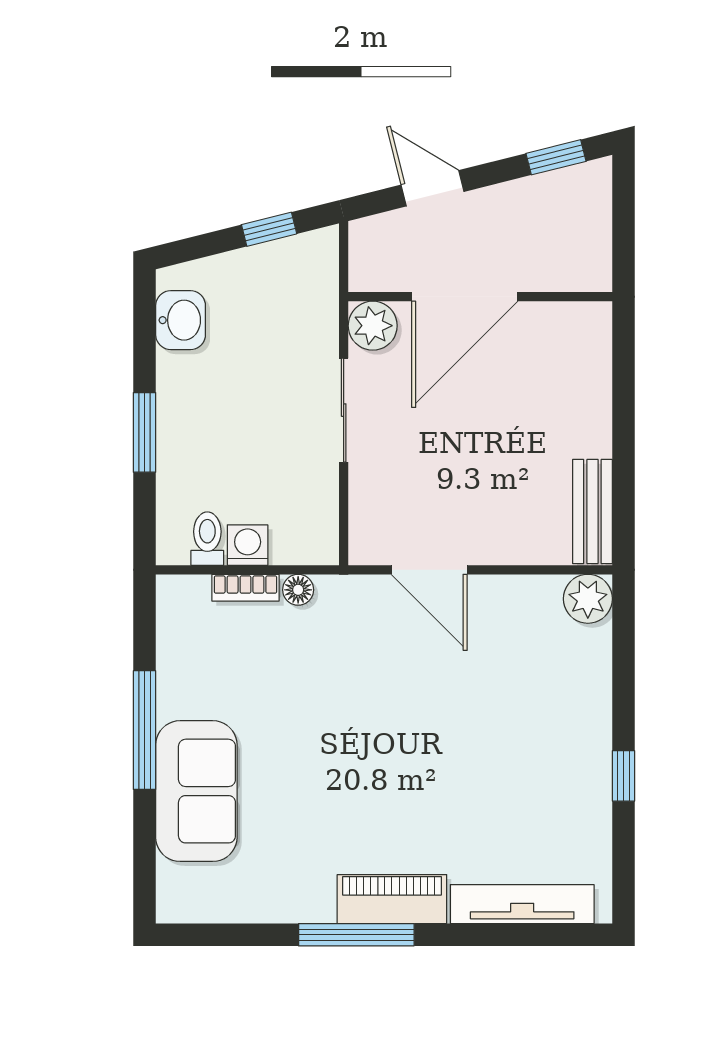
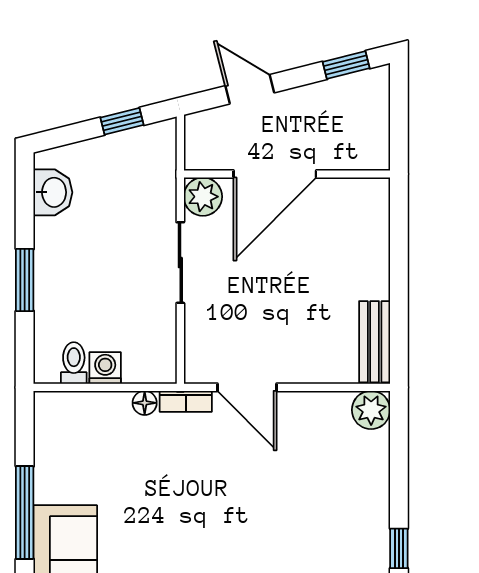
bookcase: (245, 588) -> (186, 401), moved

